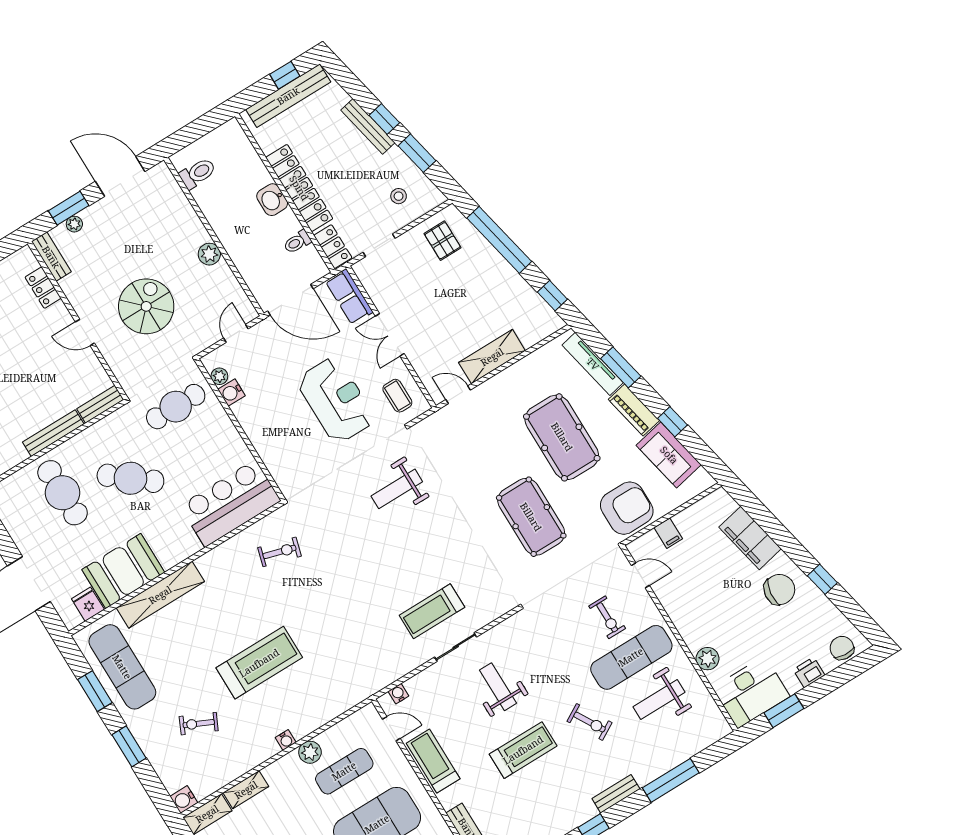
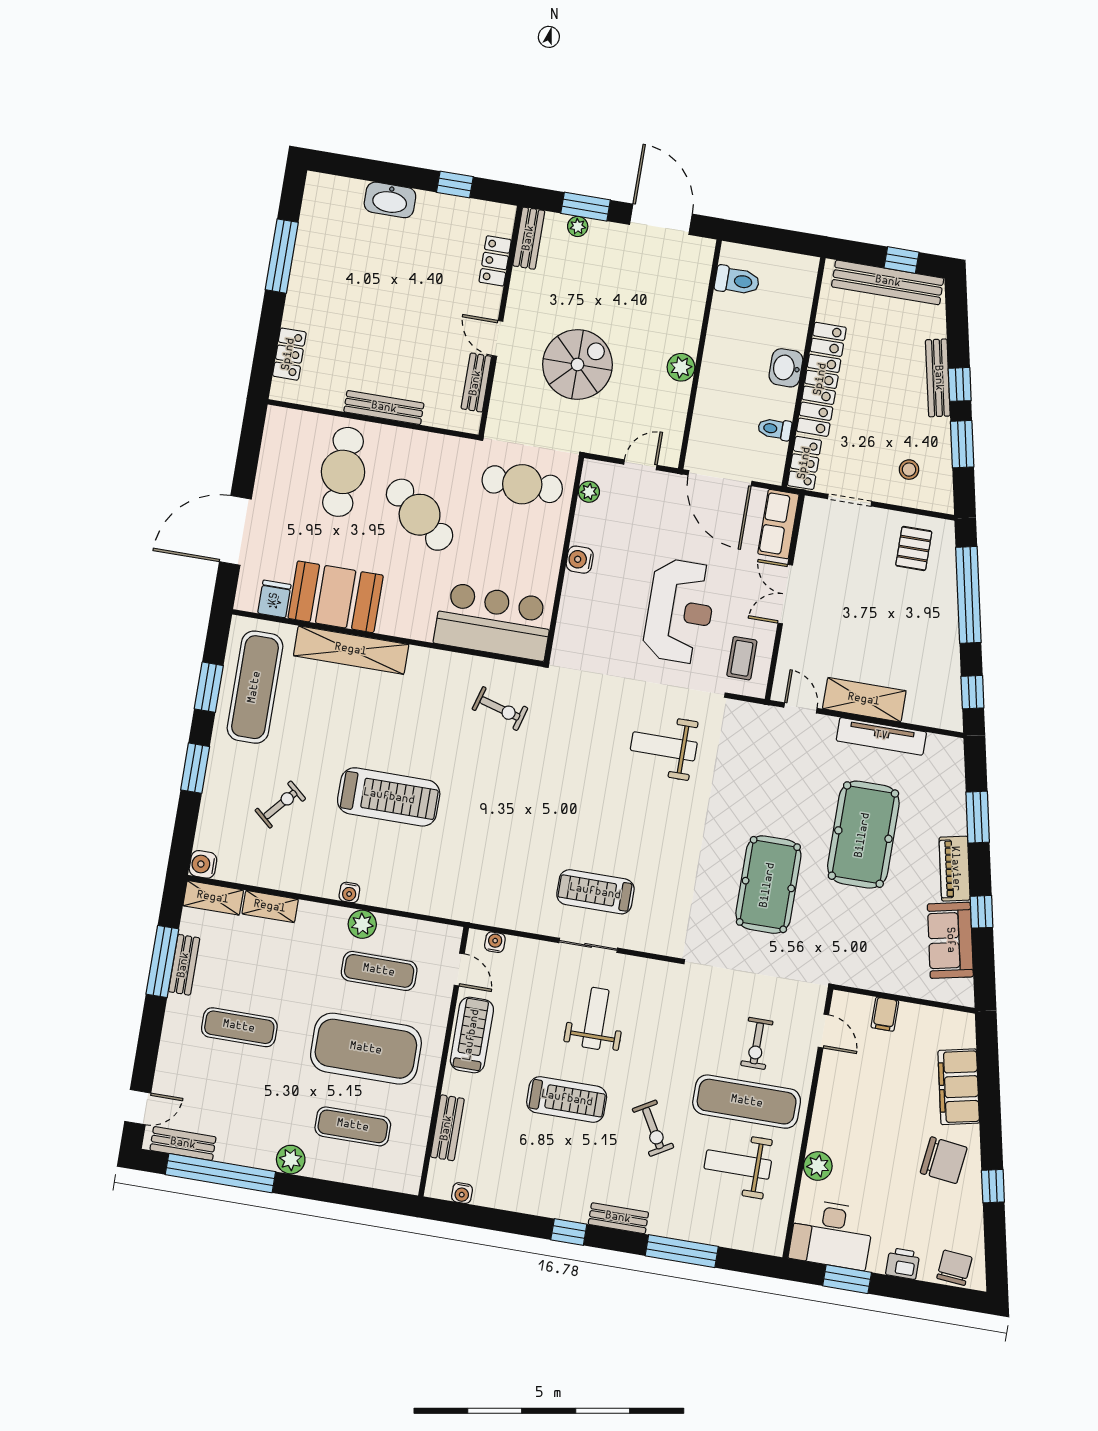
tv unit: (593, 364) -> (881, 736), moved, turned -78
water cooler: (231, 392) -> (580, 560), moved
bench: (100, 404) -> (476, 383), moved, turned 90
armchair: (627, 508) -> (866, 956), removed
exercise bike: (199, 724) -> (280, 805), turned 106

